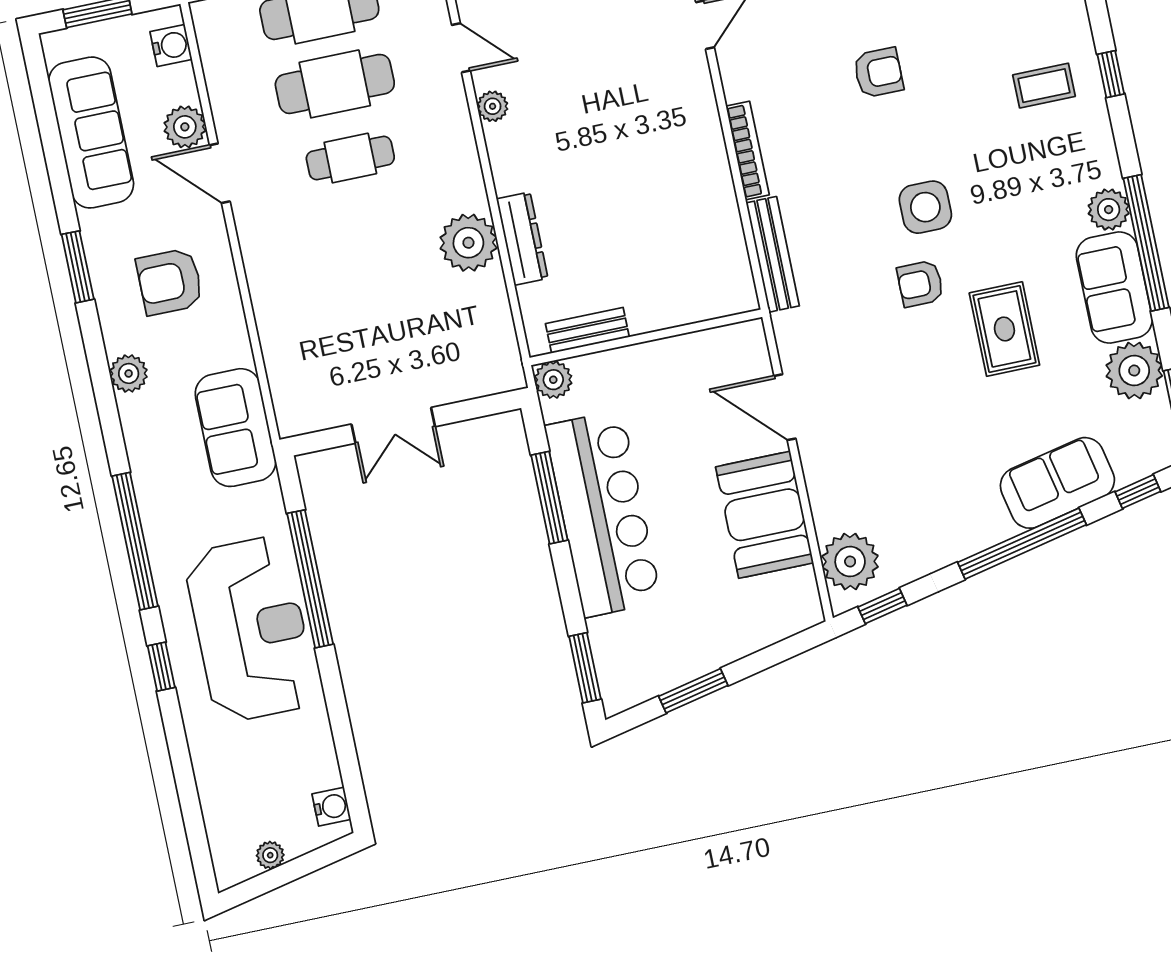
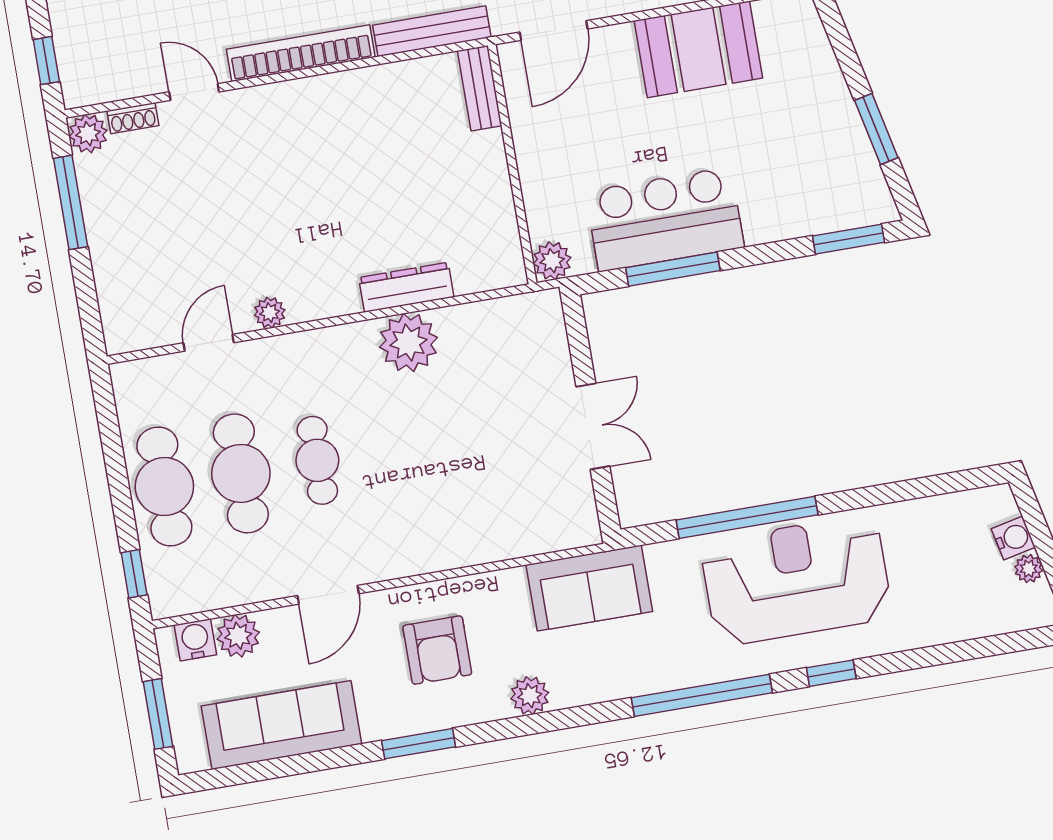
plant: (185, 127) -> (238, 636), moved
bookcase: (747, 151) -> (301, 53), width x1.48, depth x1.31
bench: (587, 330) -> (480, 88), moved
door: (785, 407) -> (554, 30), moved
bar counter: (603, 514) -> (665, 219), width x0.73
water cooler: (331, 807) -> (1013, 538), moved, turned 78

